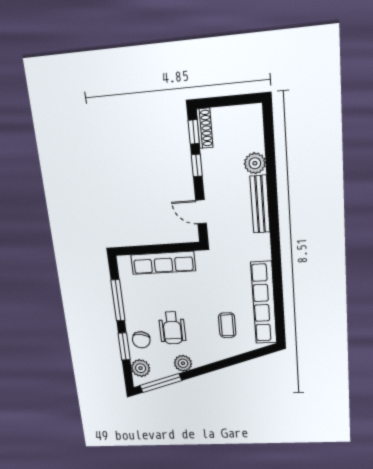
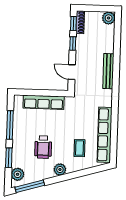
plant: (255, 163) -> (109, 18), moved
chair: (141, 340) -> (21, 154), removed
plant: (183, 363) -> (60, 170), moved

